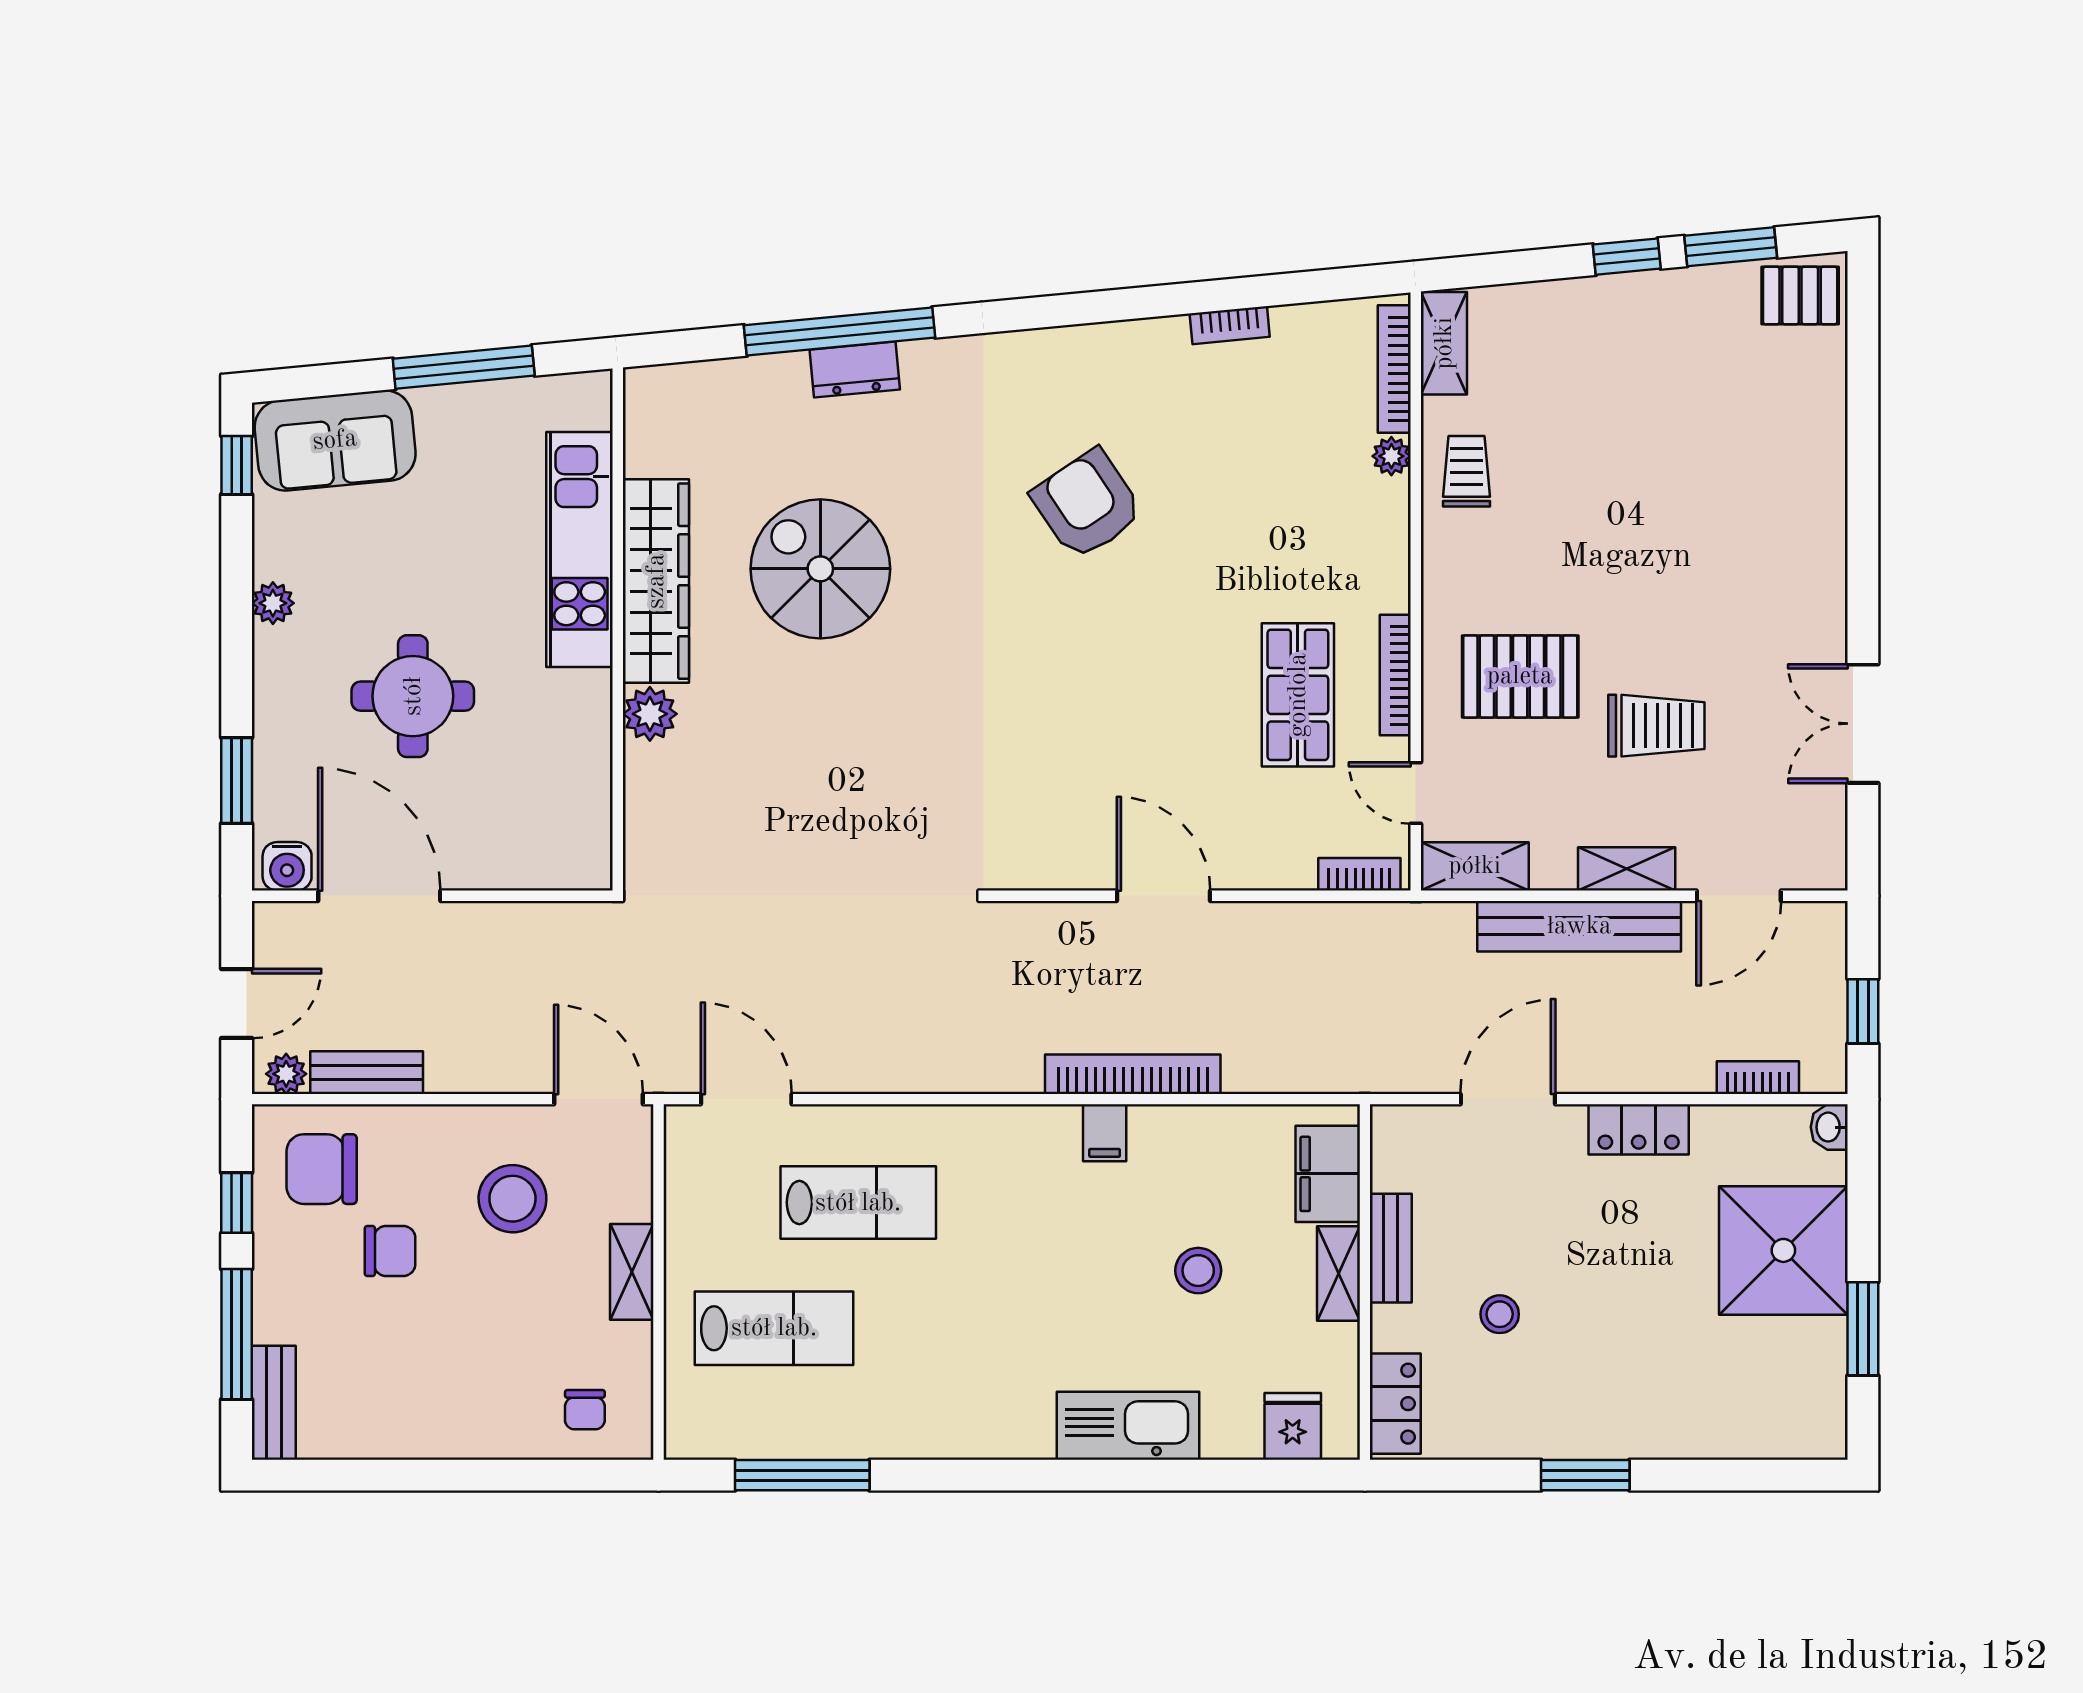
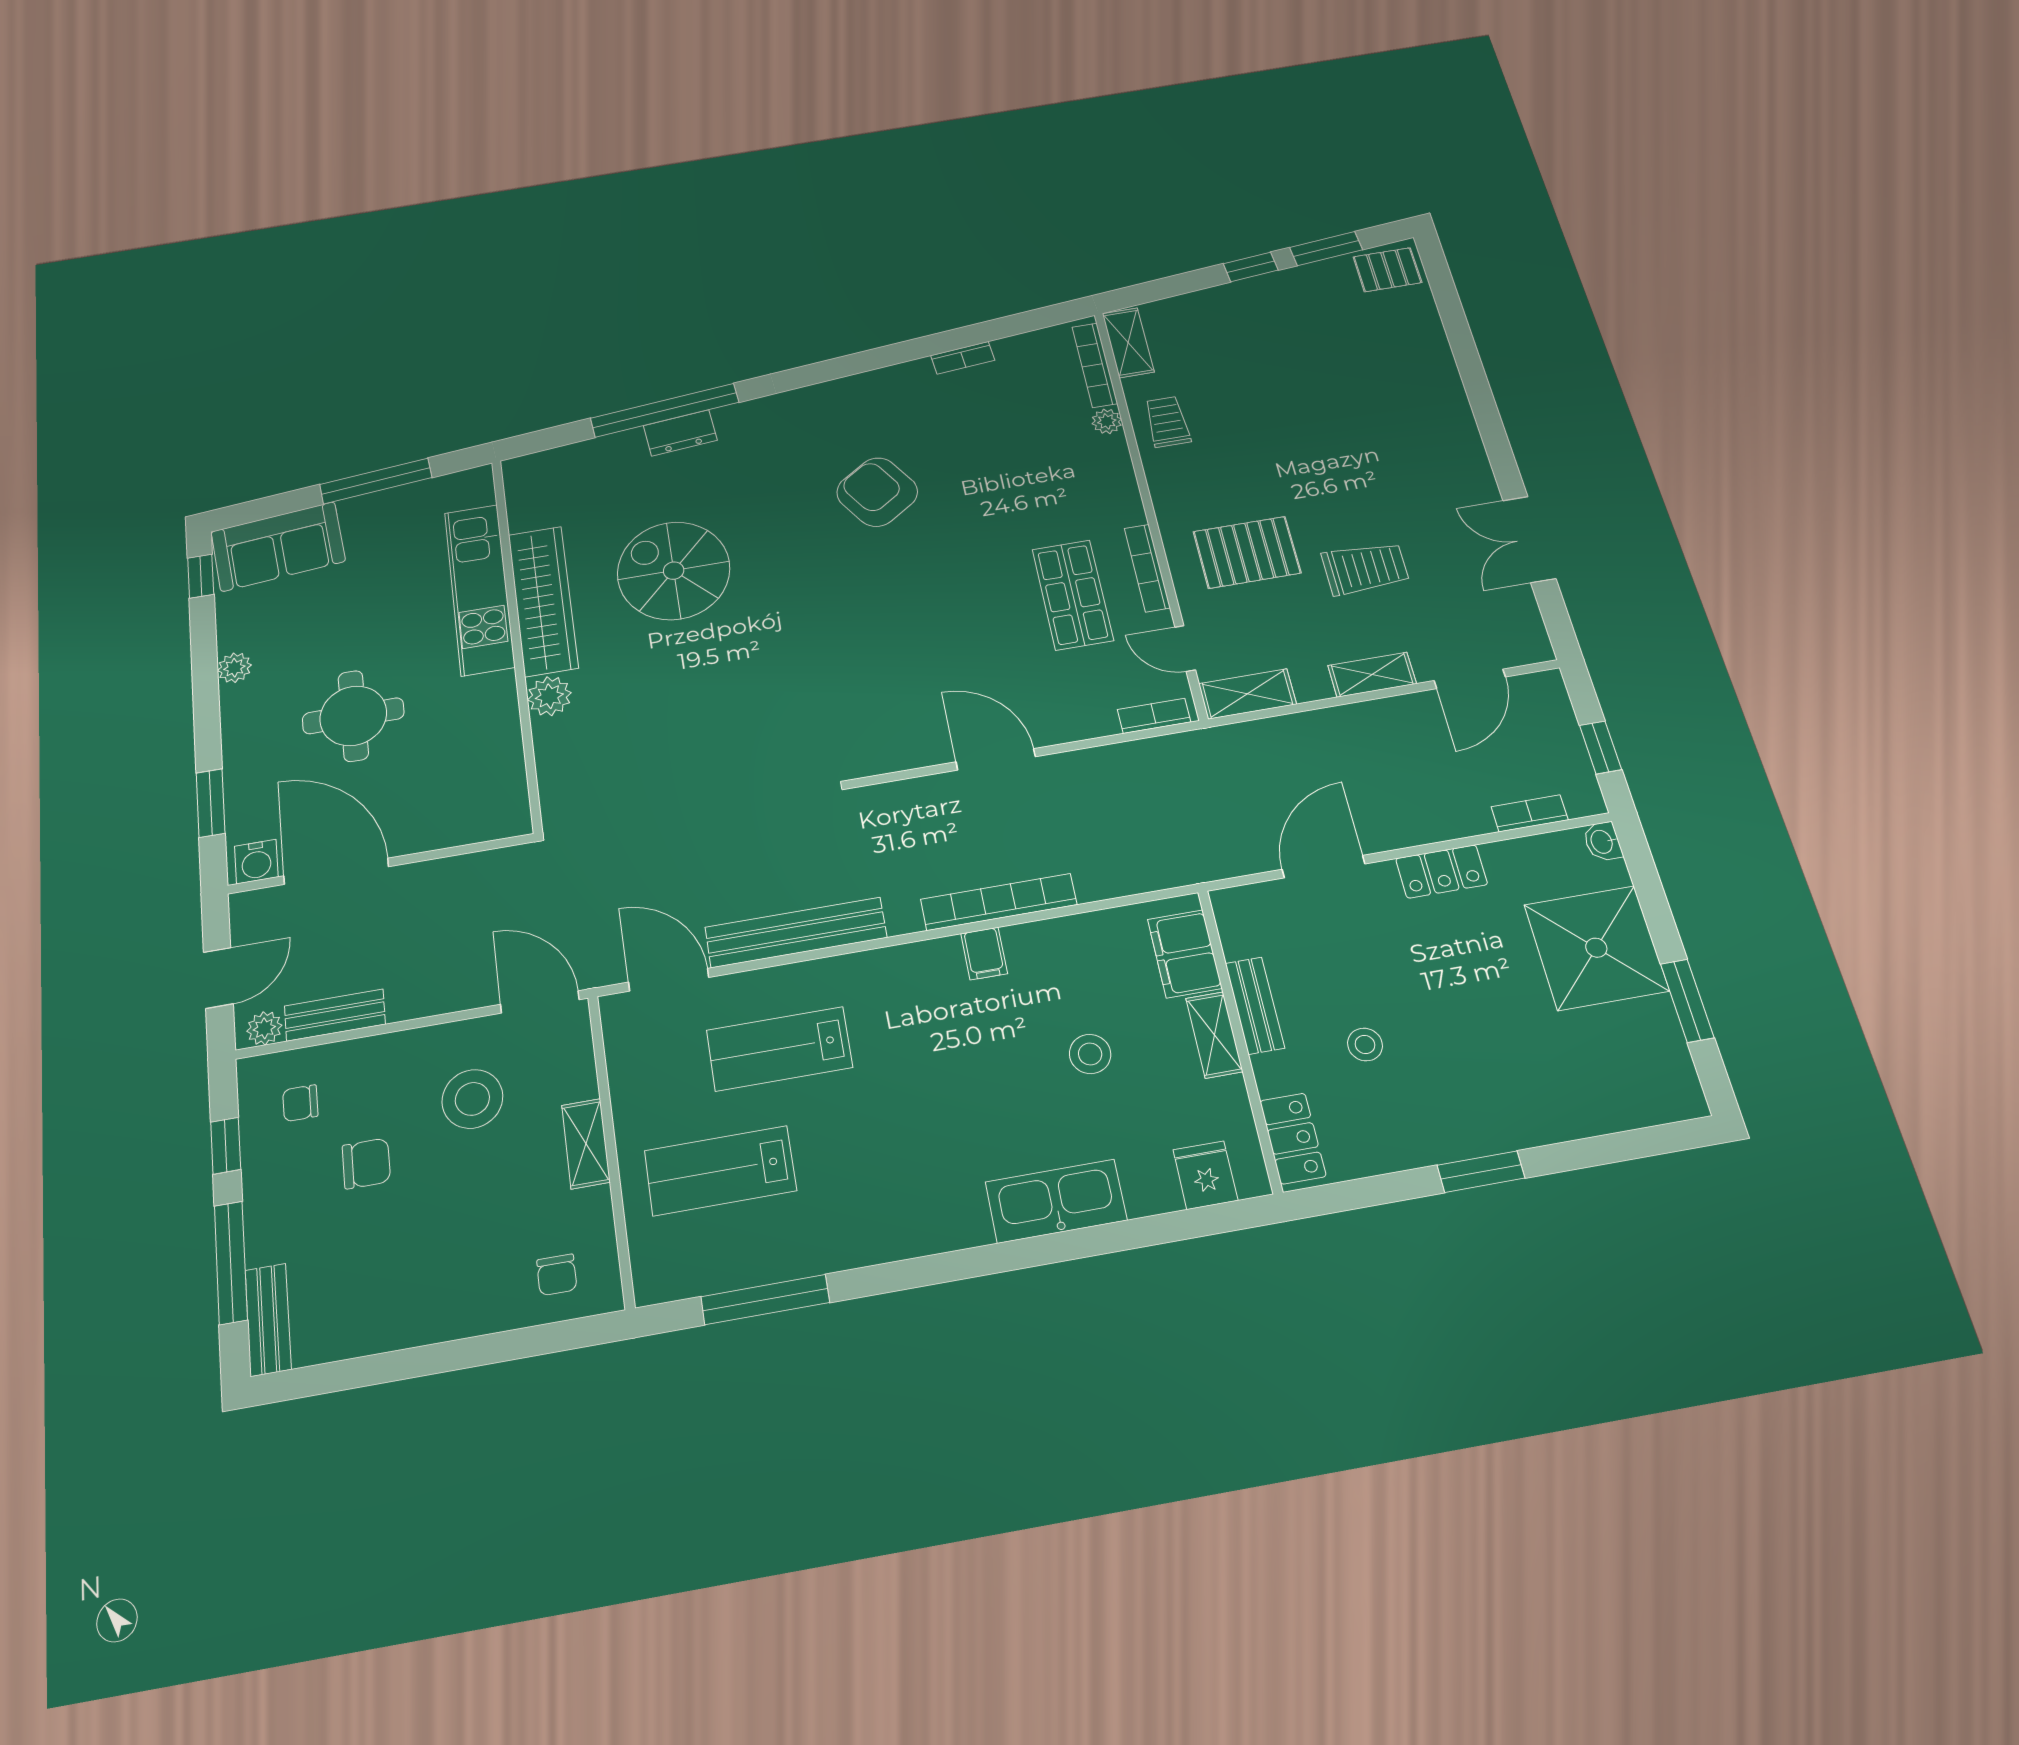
bench: (1579, 926) -> (796, 932), moved
chair: (322, 1169) -> (300, 1103), width x0.54, depth x0.54
lab bench: (858, 1203) -> (779, 1049), turned 180
lab bench: (774, 1328) -> (720, 1171), turned 180

